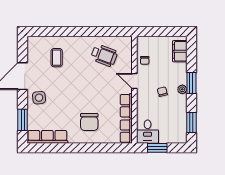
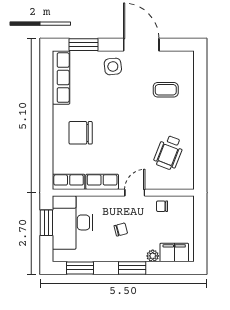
plant: (182, 89) -> (153, 256), moved
desk: (148, 132) -> (73, 222), width x1.87, depth x1.30

